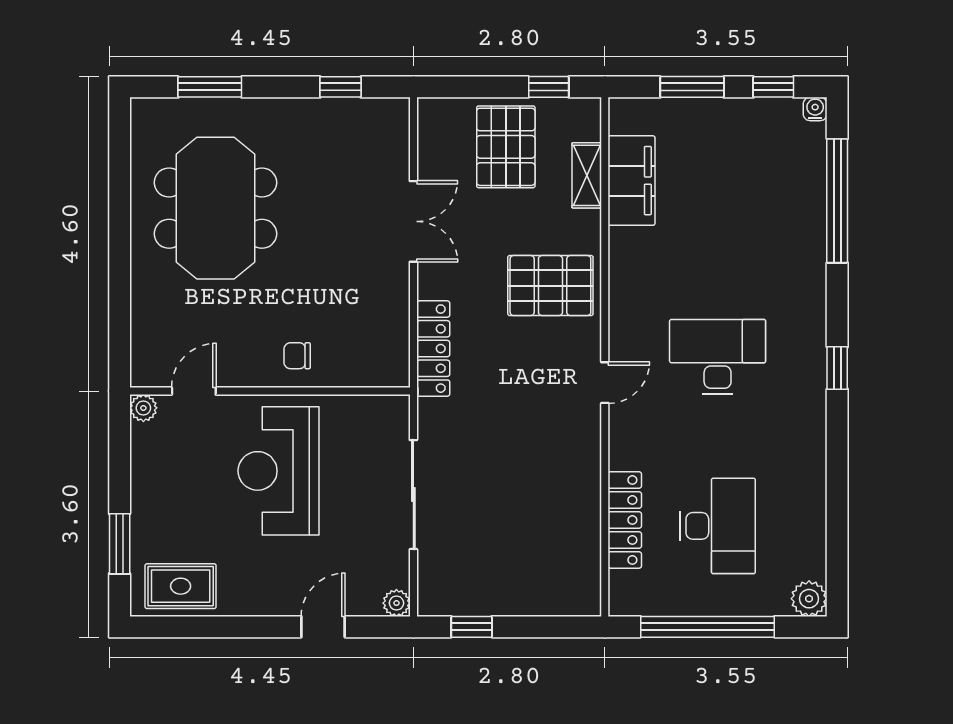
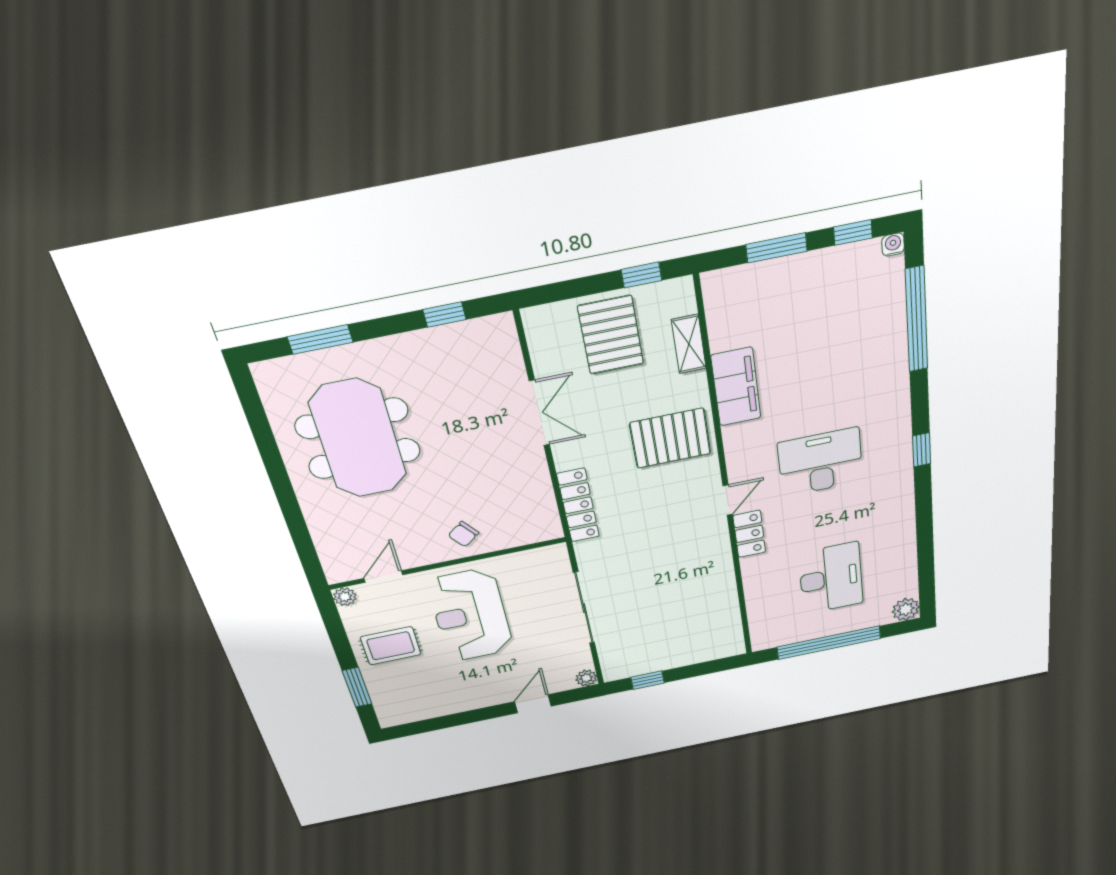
filing cabinet: (632, 181) -> (736, 387), moved
chair: (297, 356) -> (463, 534), turned -38
locker: (625, 520) -> (749, 534), moved, width x0.66
rug: (181, 586) -> (391, 646), moved

